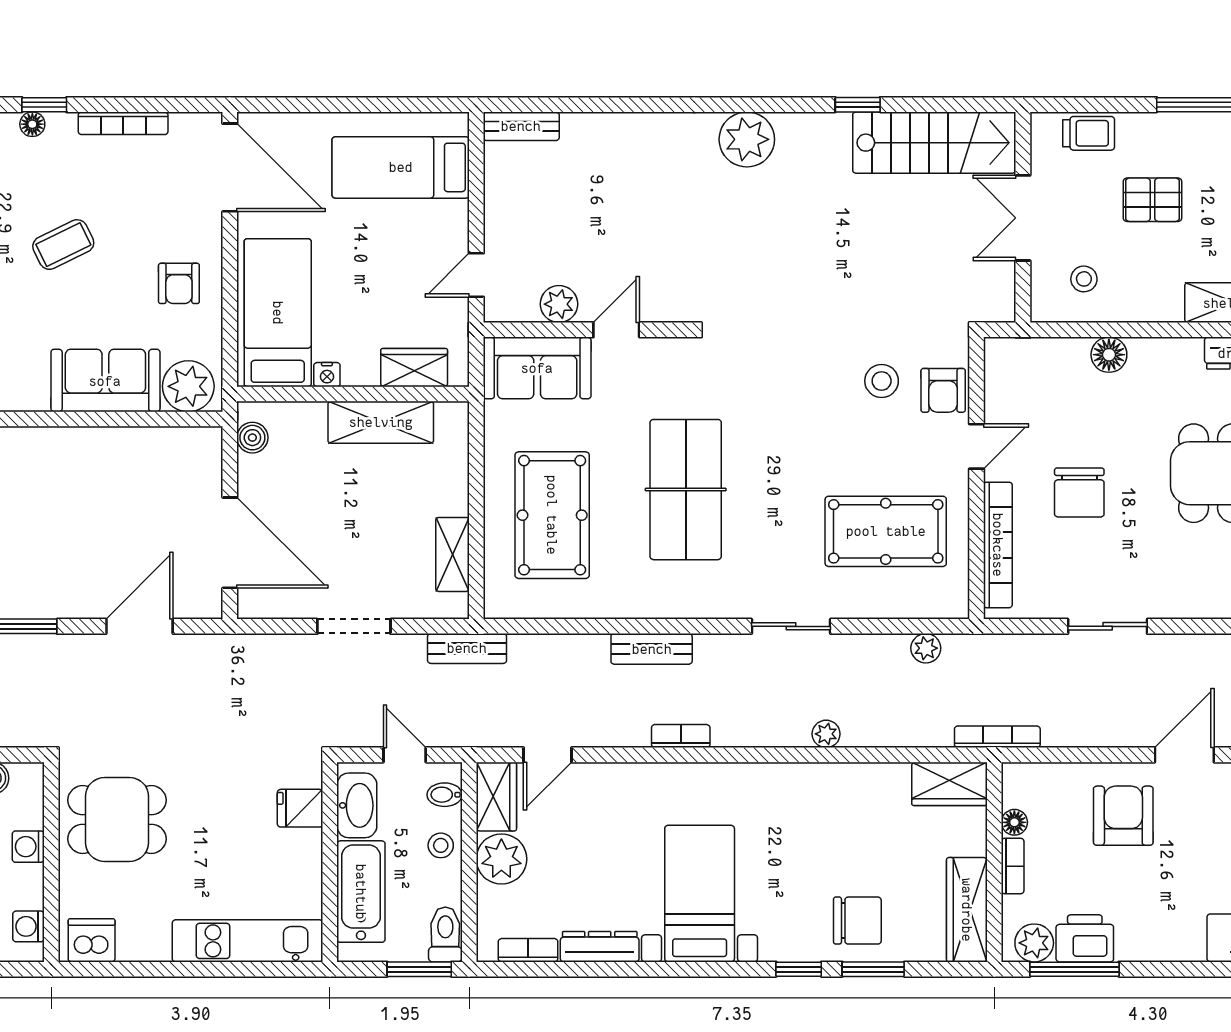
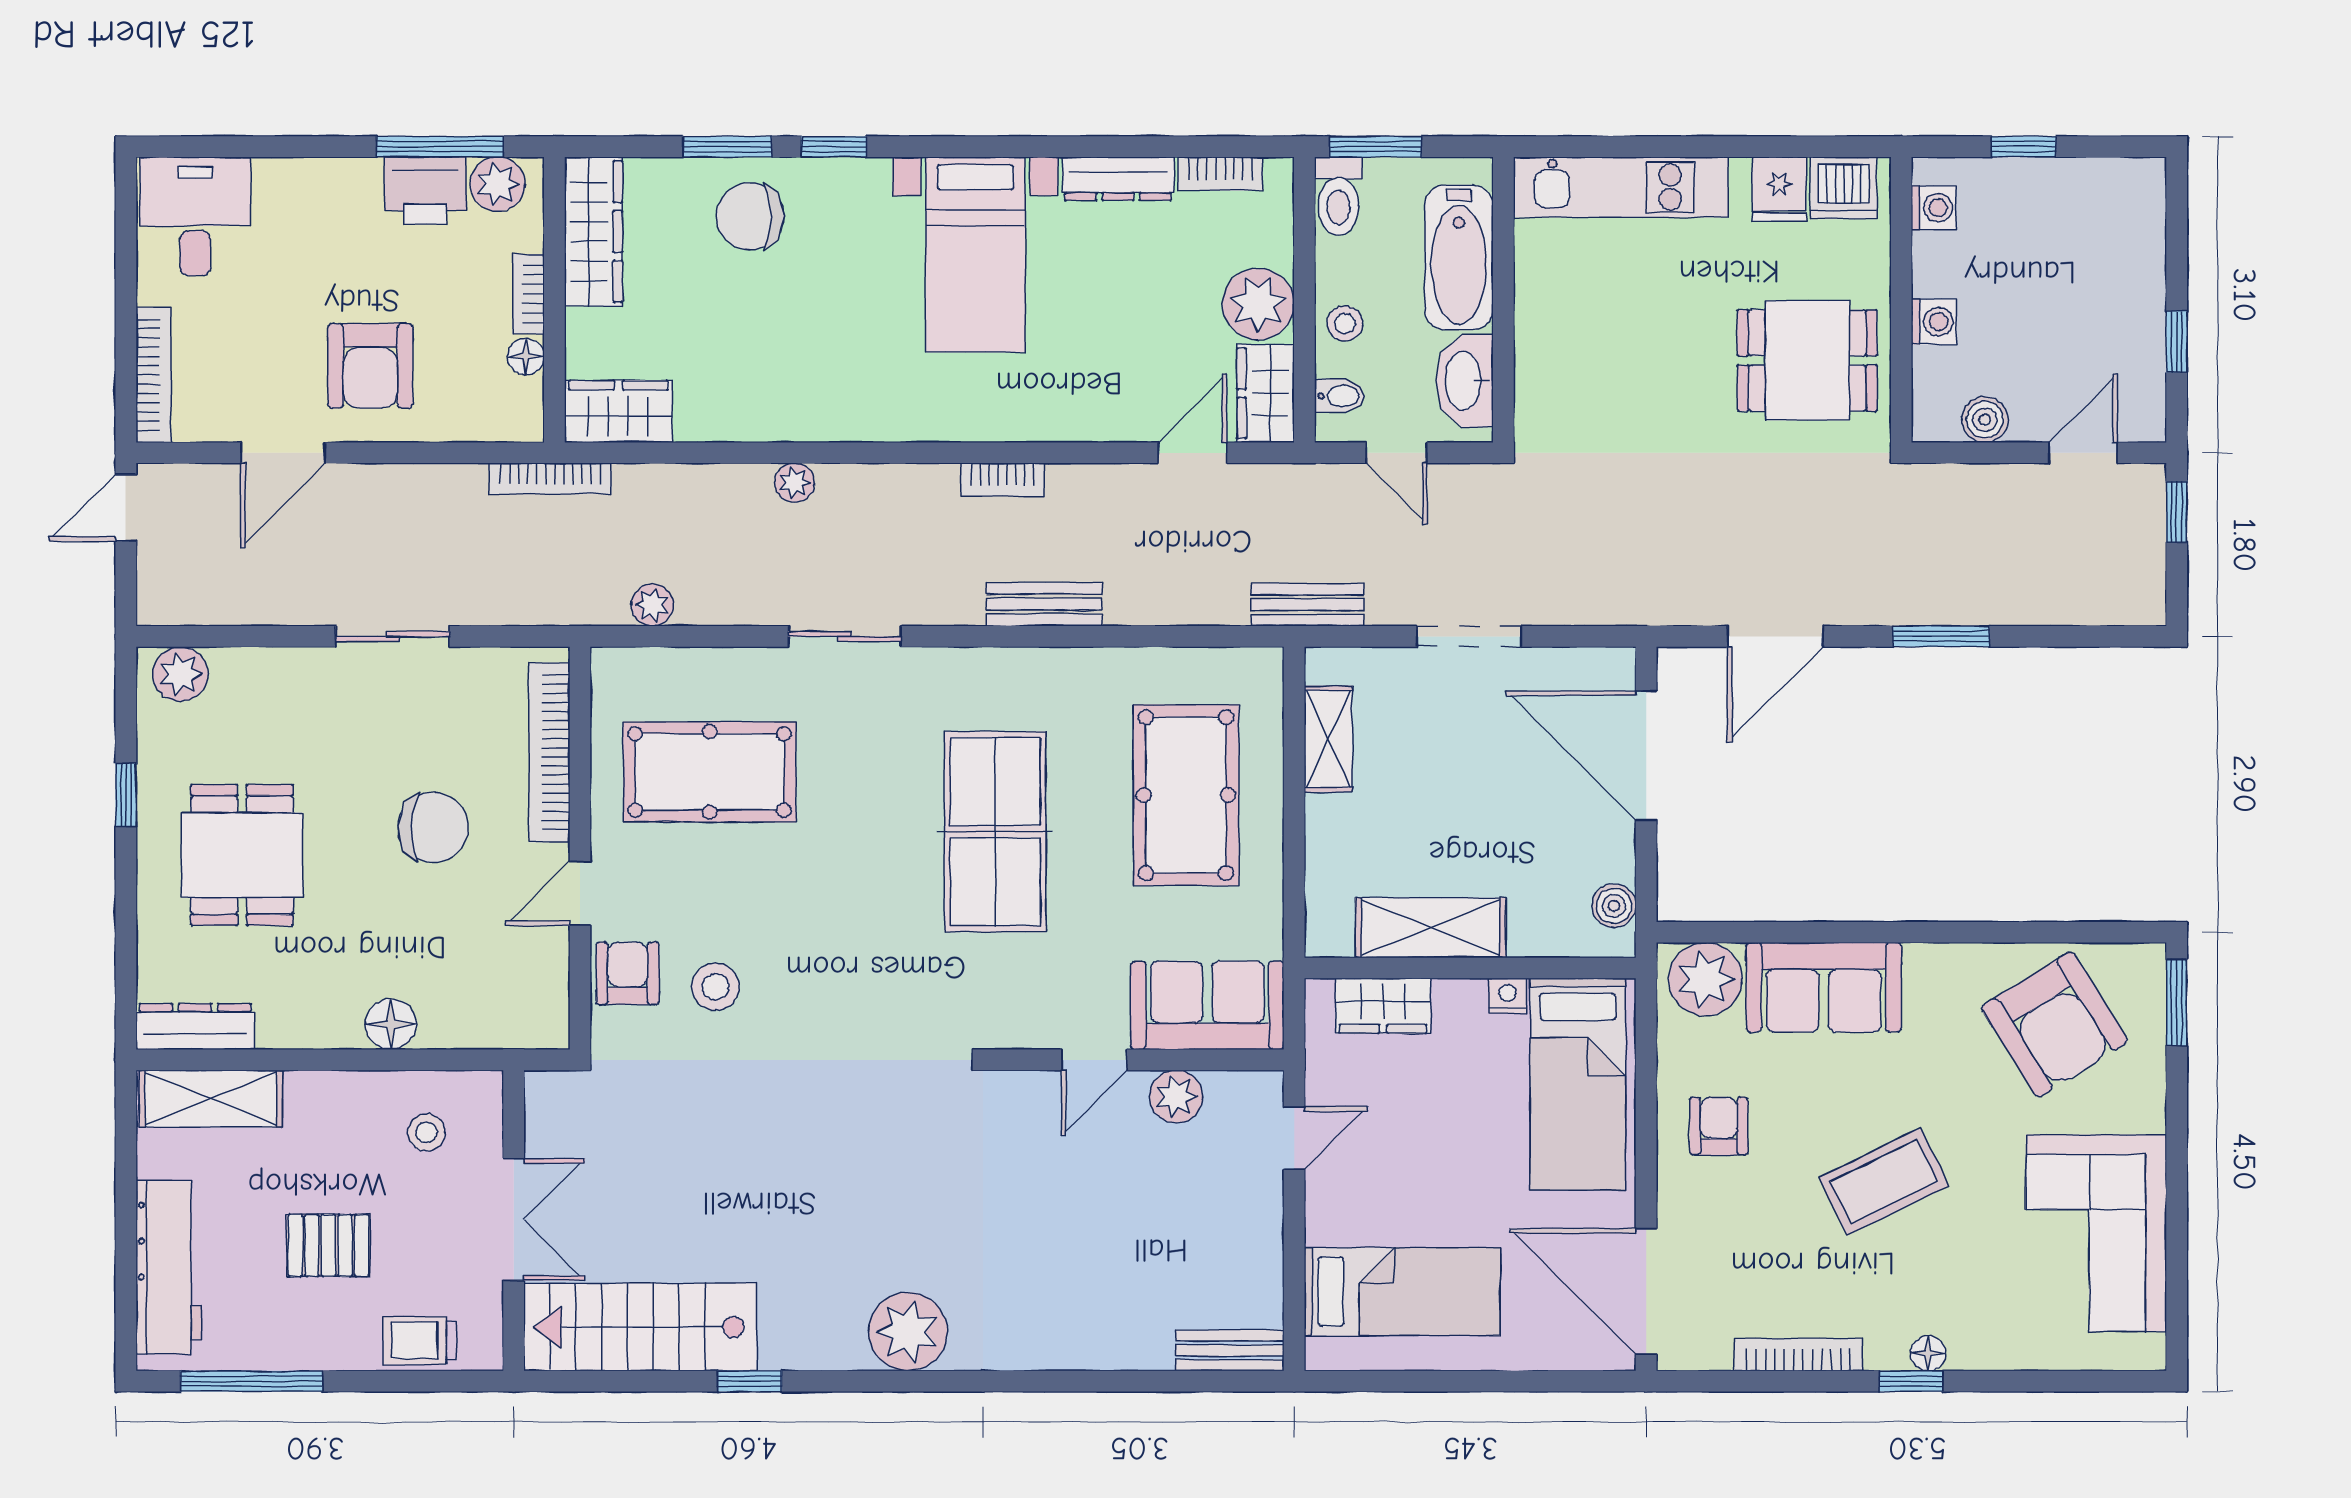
coffee table: (63, 245) -> (1884, 1182), width x1.36, depth x1.30
chair: (1079, 492) -> (433, 827), turned 92
fridge: (300, 808) -> (1779, 189), moved, turned 90

